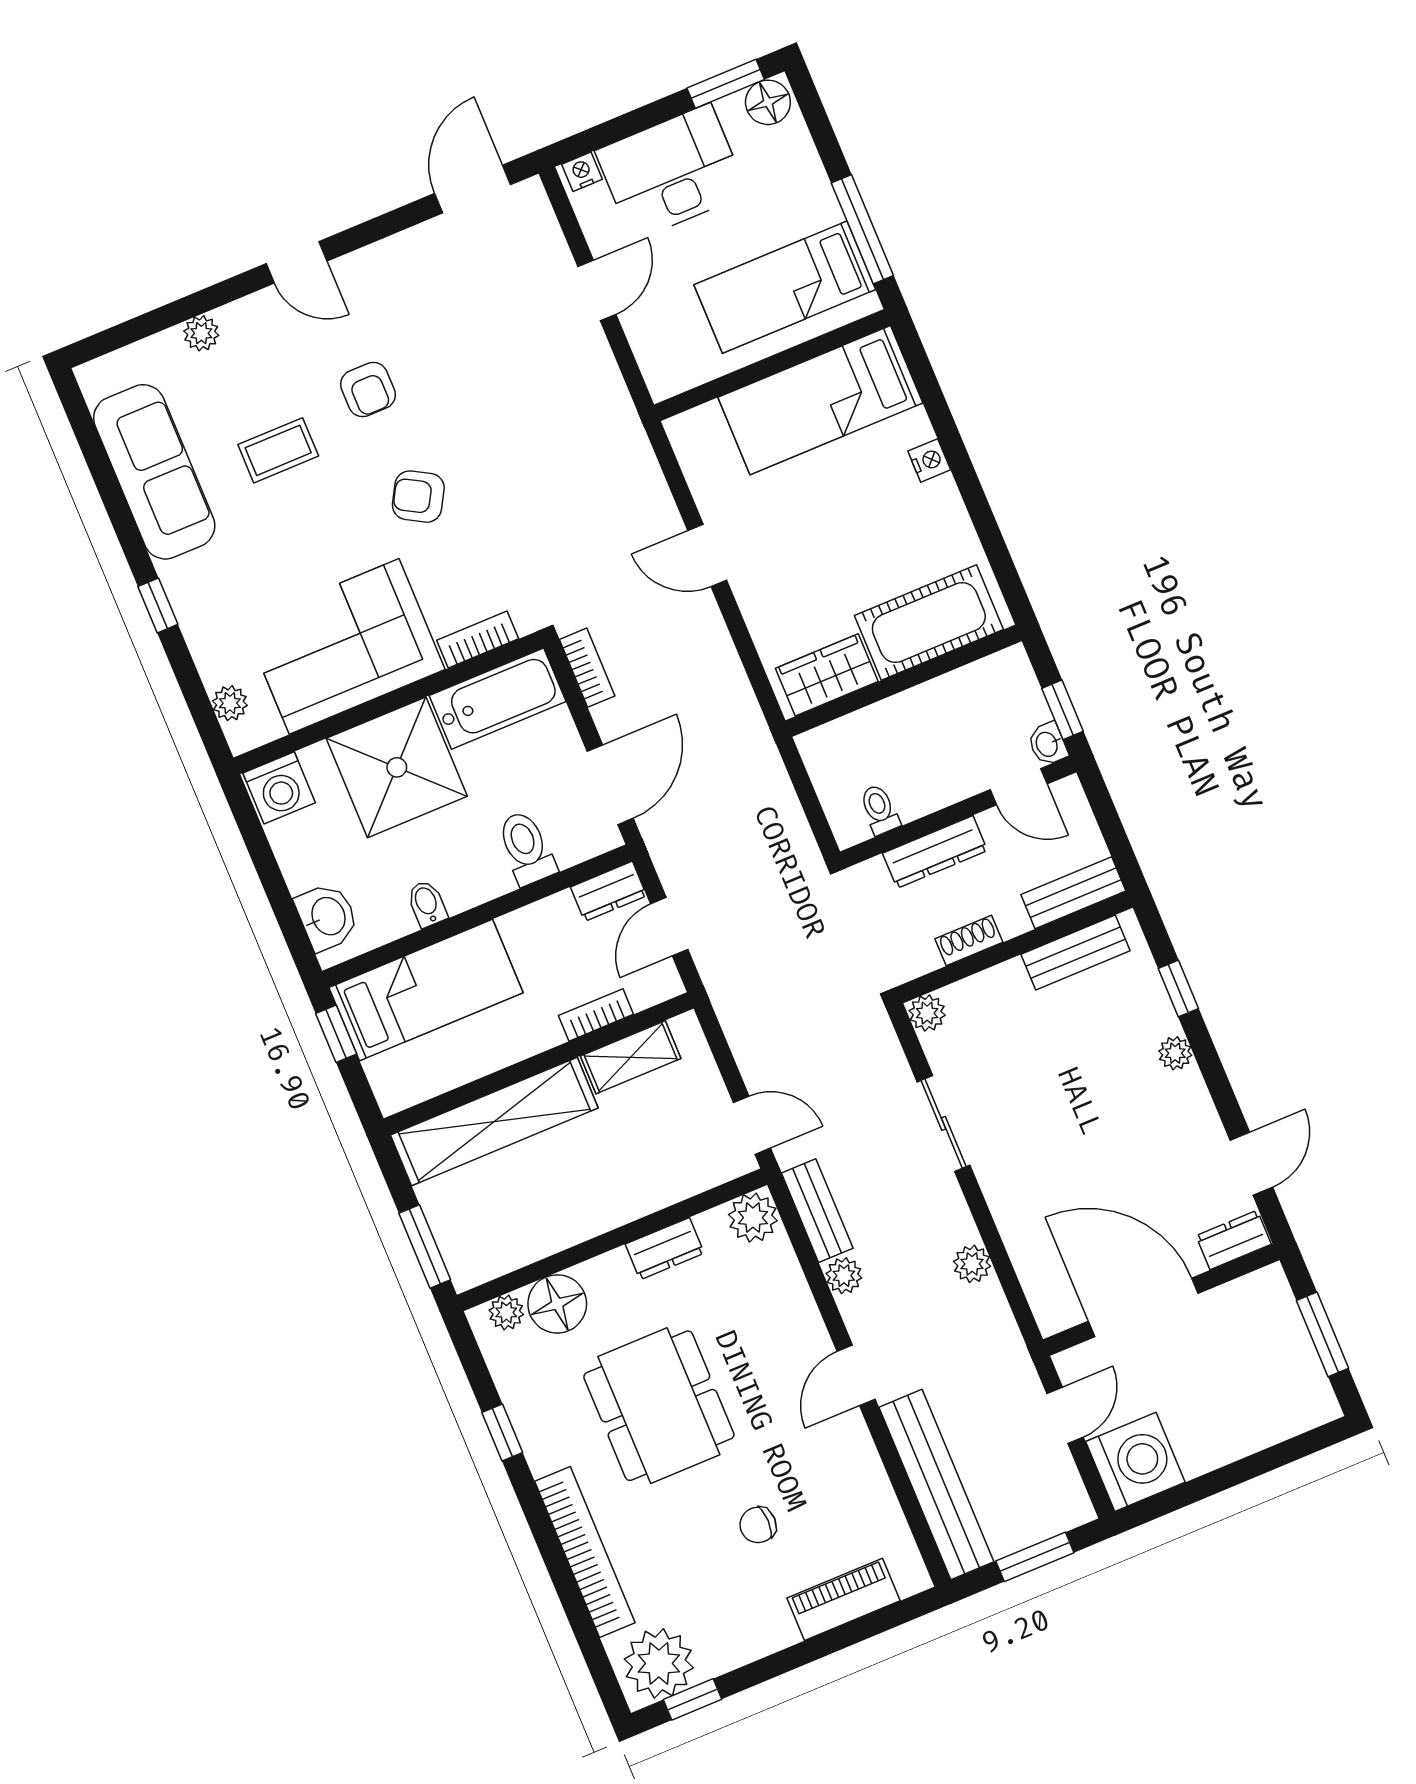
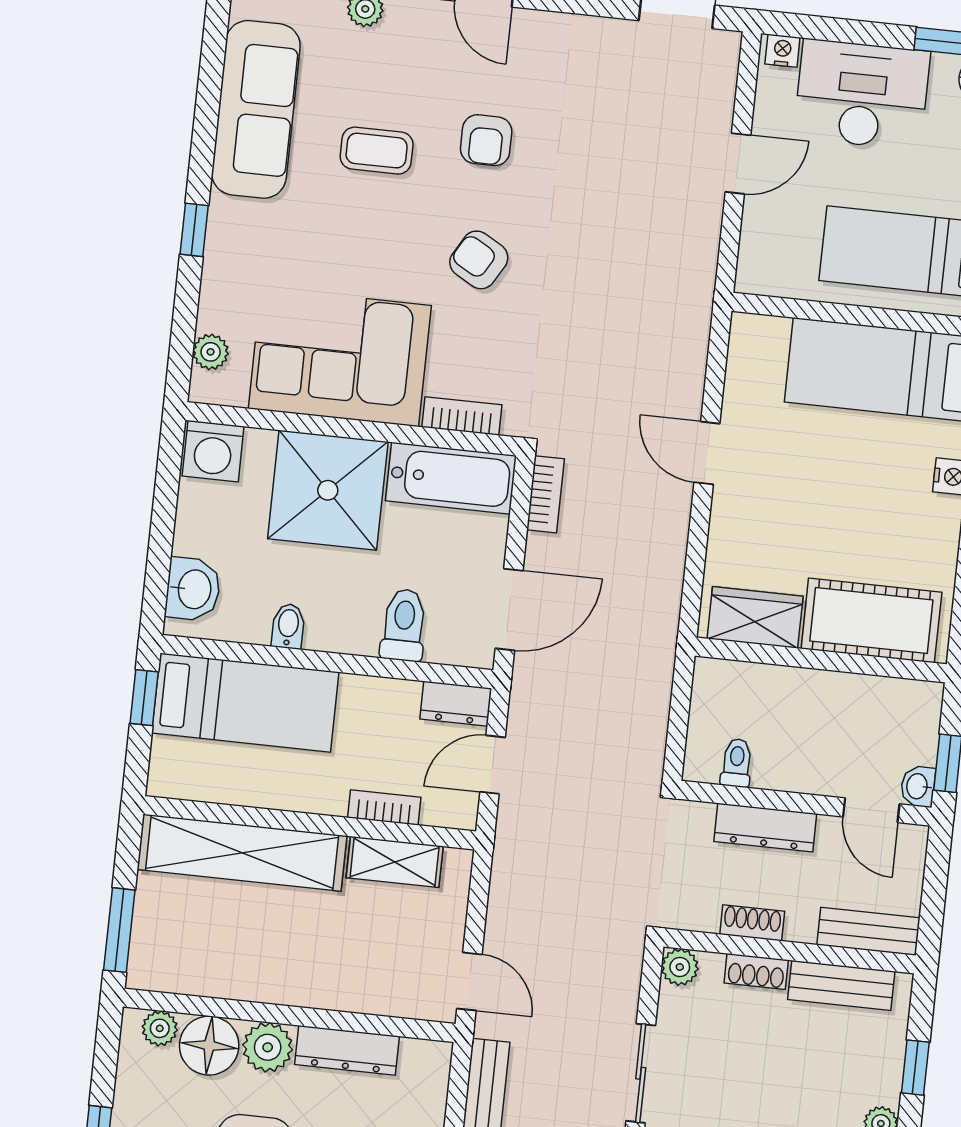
shoe rack: (995, 981) -> (756, 972), added
plant: (753, 1218) -> (268, 1047), moved
dresser: (665, 1249) -> (347, 1050), width x1.44

